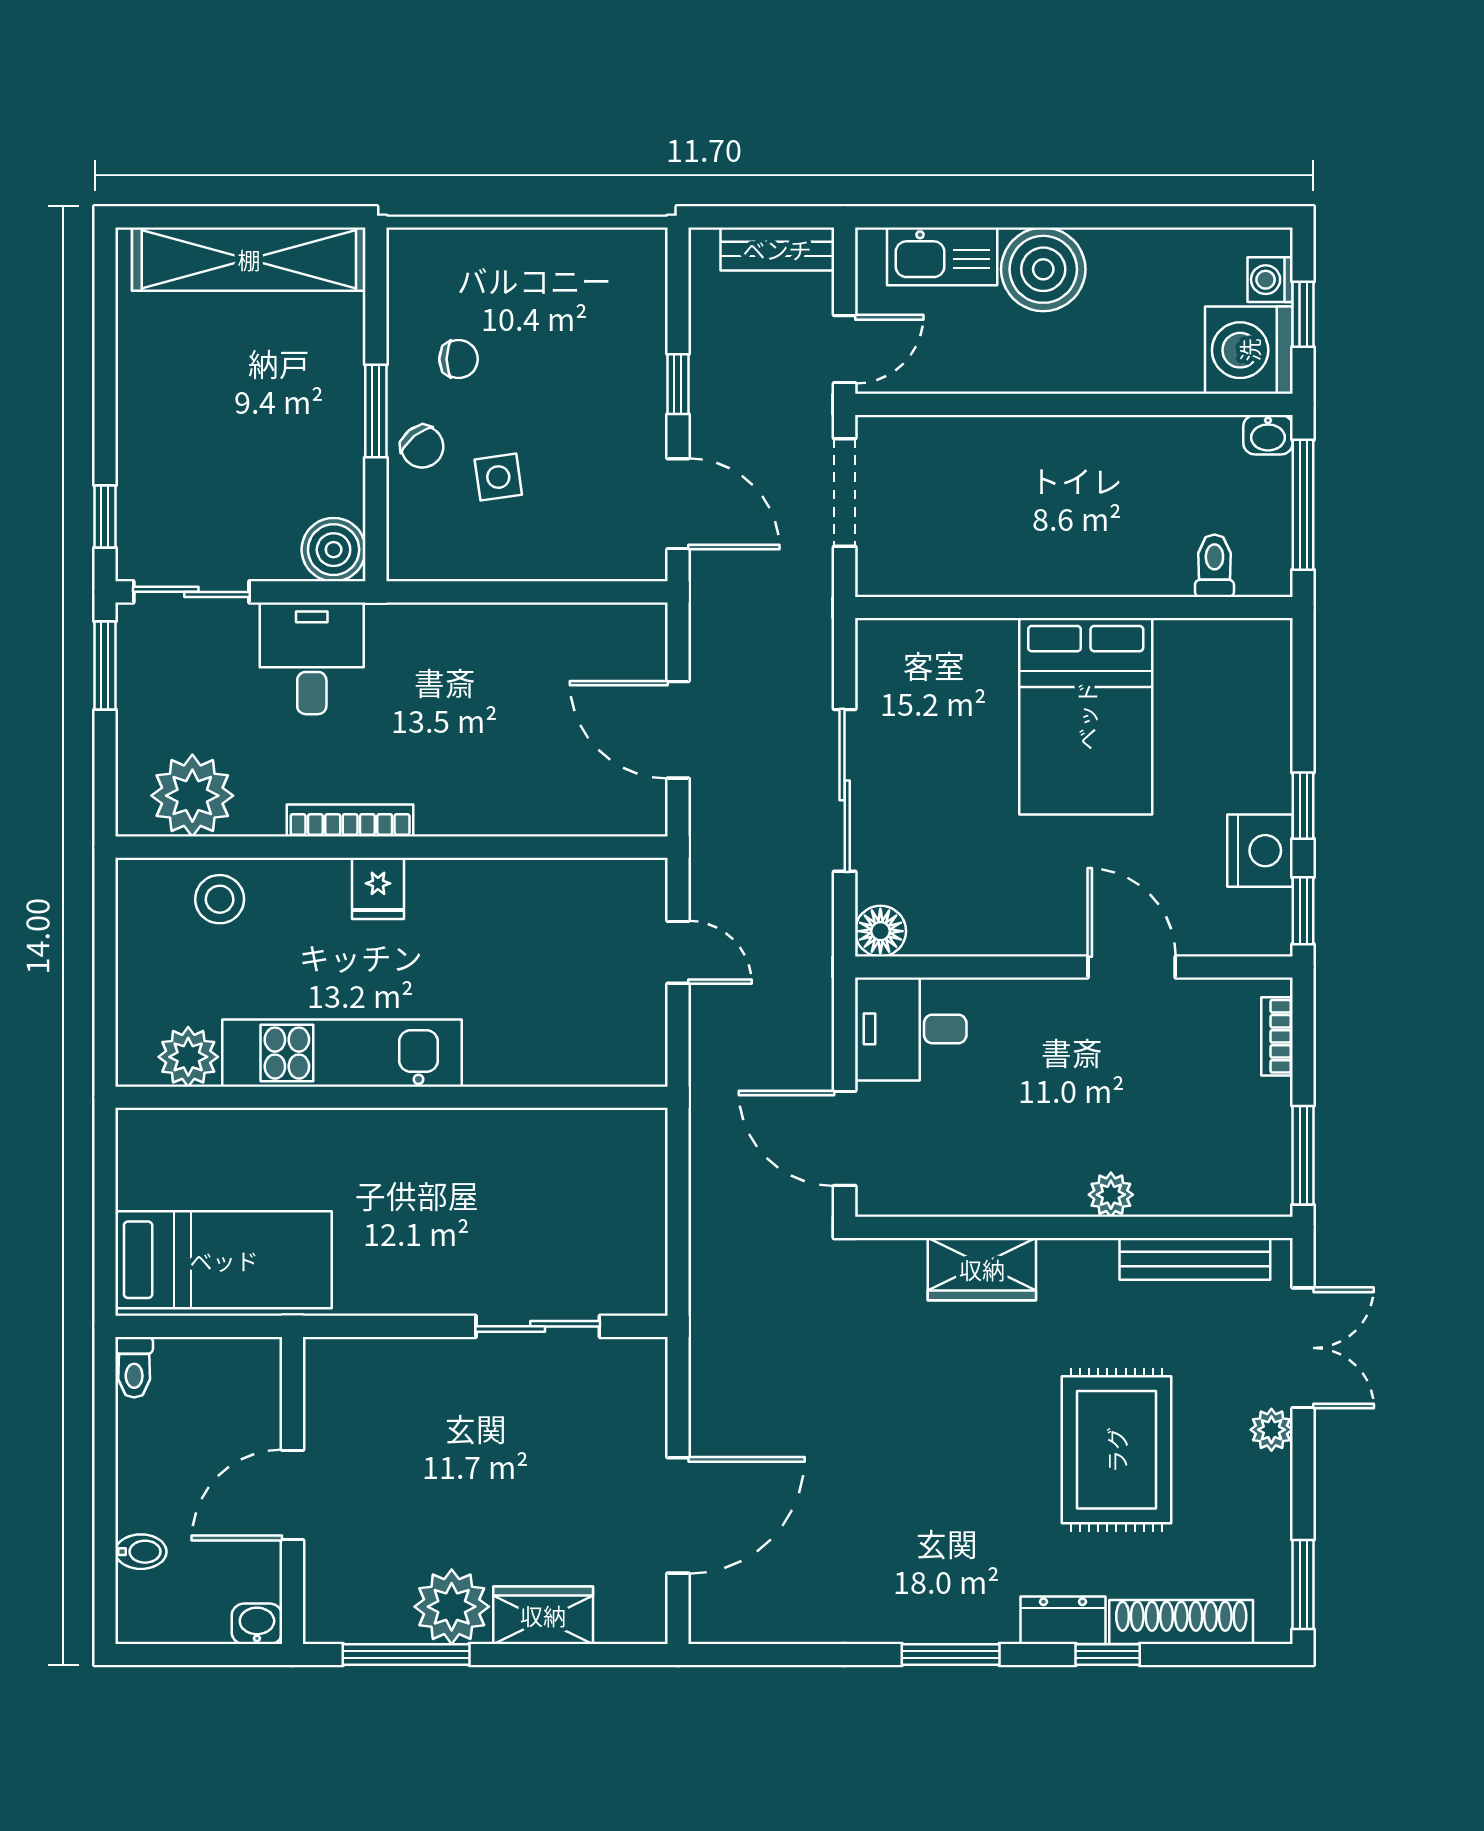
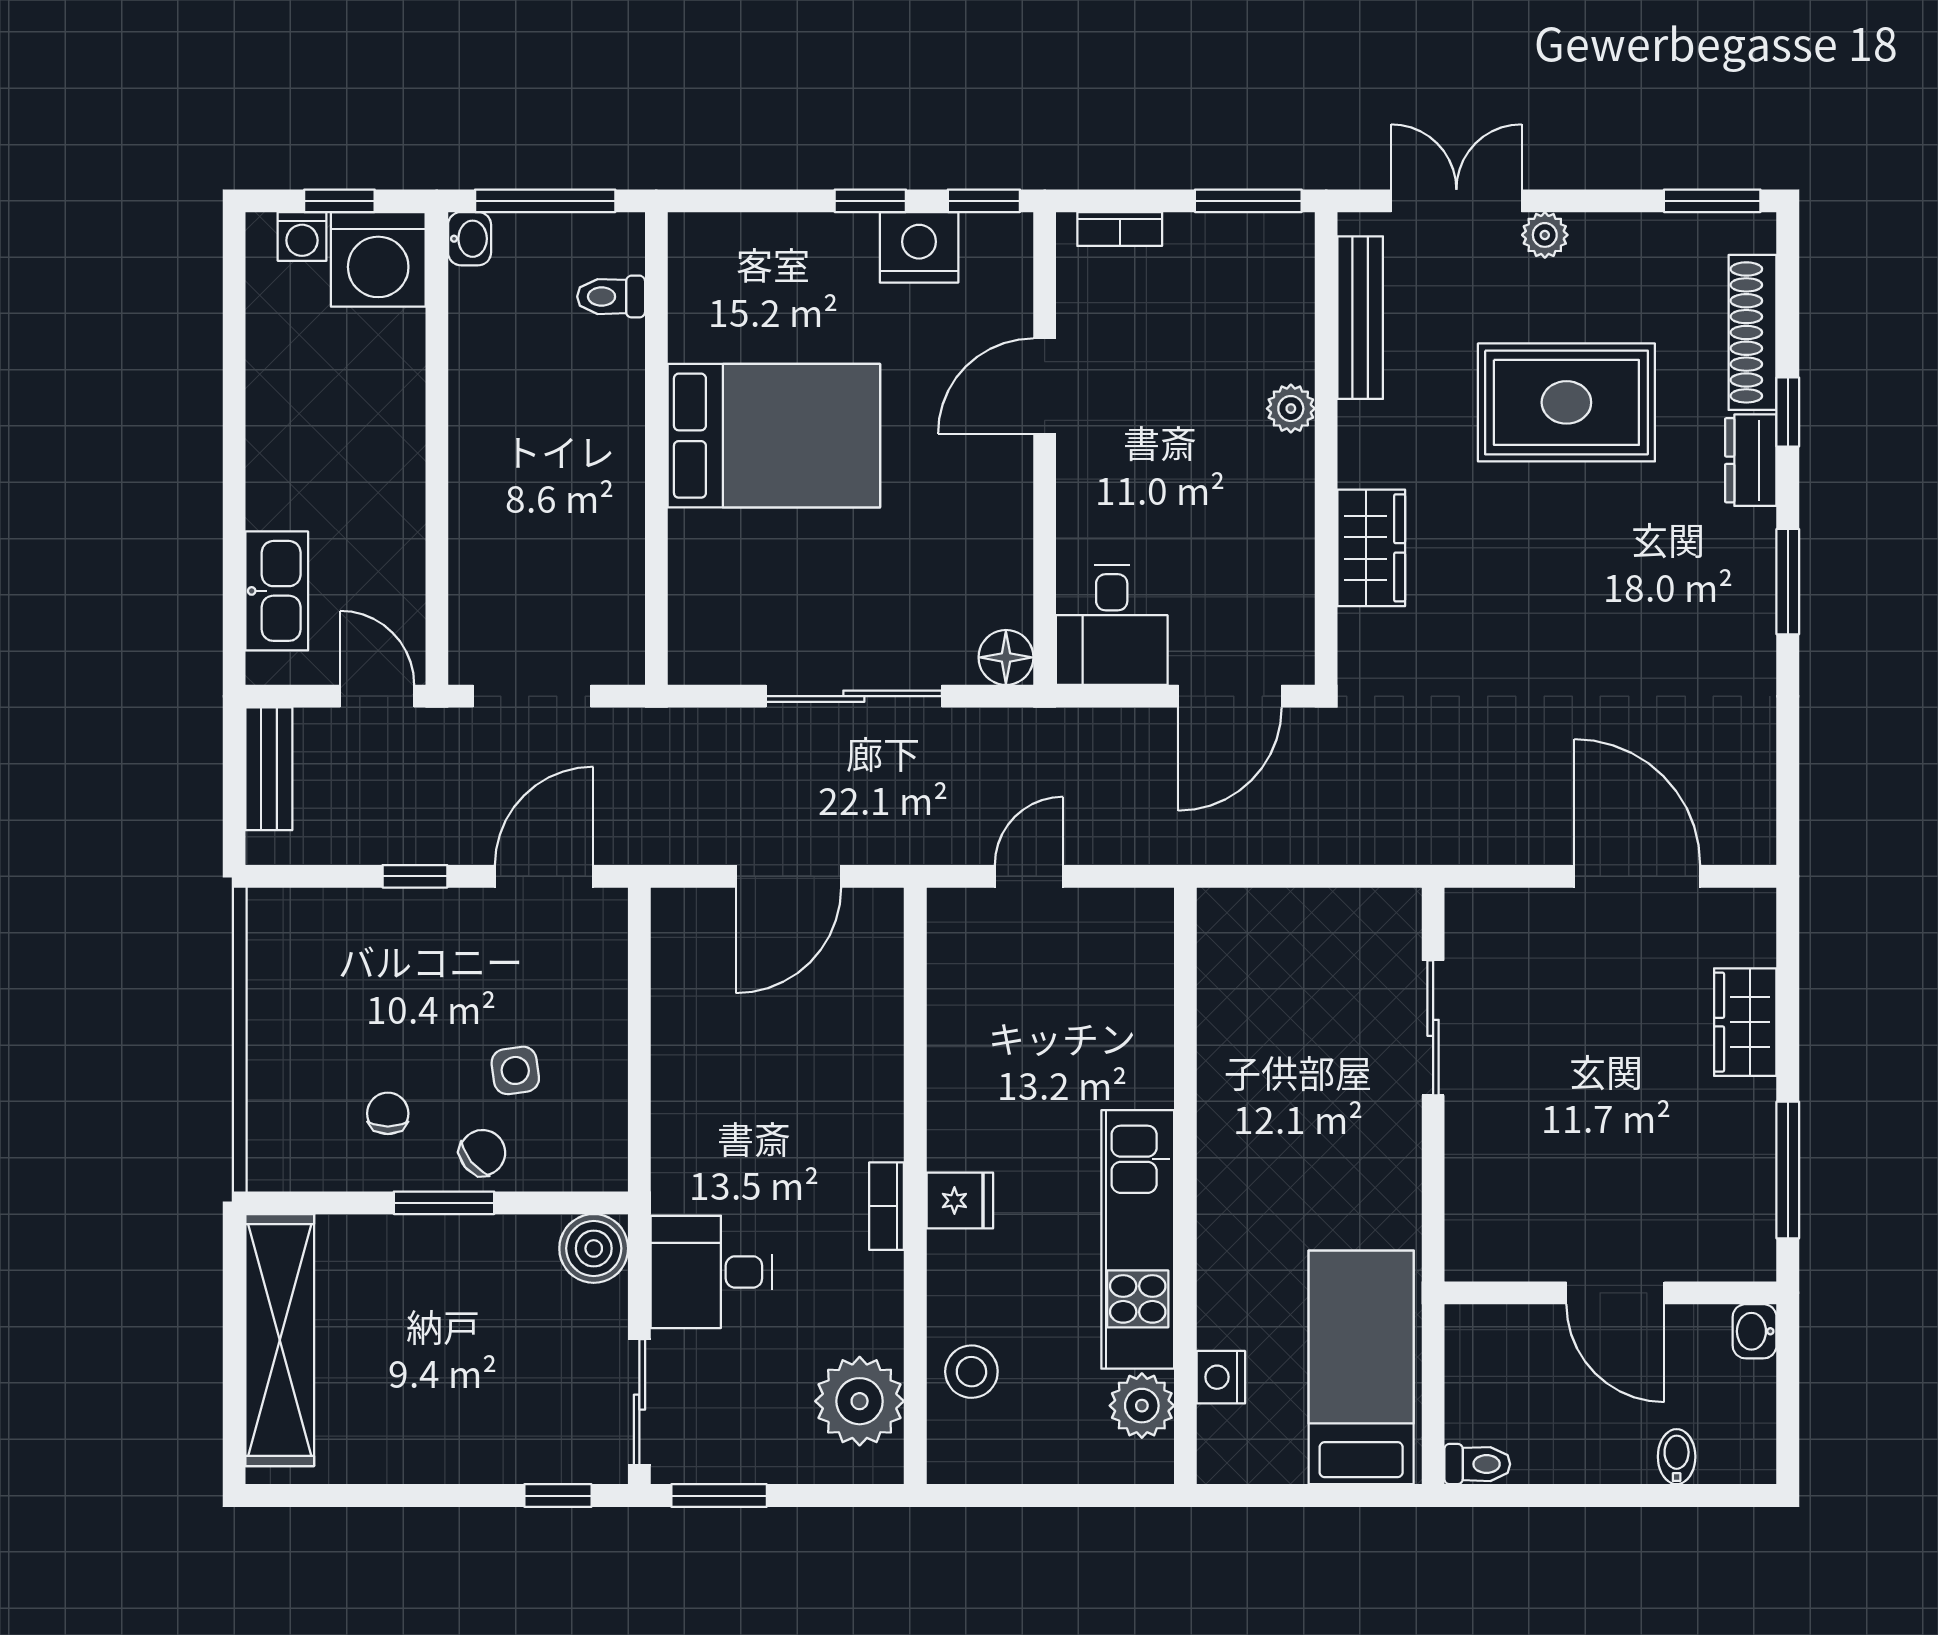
boiler: (1043, 269) -> (291, 482), removed
bookcase: (350, 821) -> (887, 1206), width x0.64
nightstand: (214, 1130) -> (1221, 1377), added
plant: (452, 1607) -> (1736, 1121), removed

